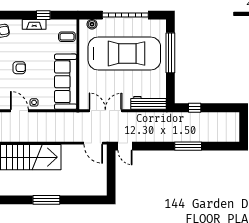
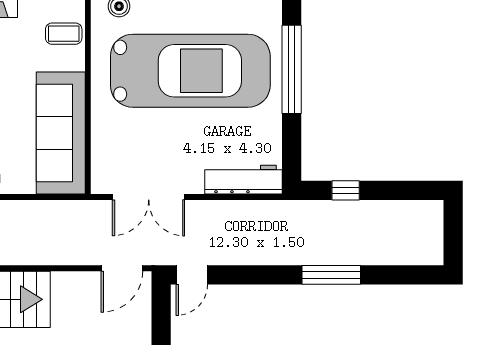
double door: (105, 111) -> (149, 197), swing flipped
door: (93, 143) -> (122, 268), hinge flipped
door: (125, 146) -> (192, 275), hinge flipped

